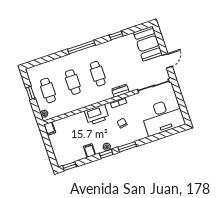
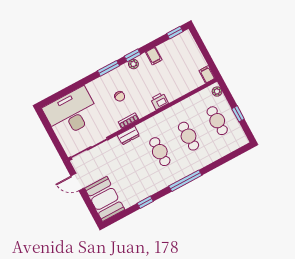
door: (167, 61) -> (78, 182), hinge flipped
printer: (97, 115) -> (159, 101), width x0.53, depth x0.68

